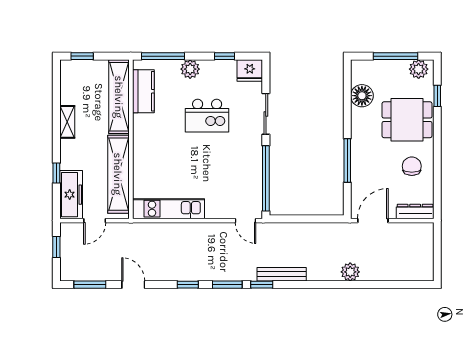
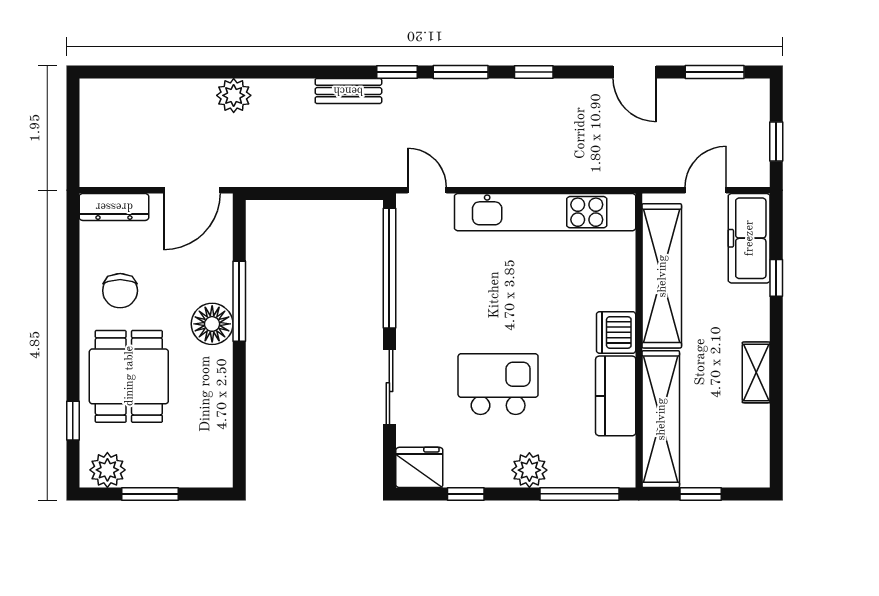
window: (82, 56) -> (701, 494), moved
window: (396, 56) -> (150, 494), width x0.69
kitchen counter: (143, 91) -> (616, 396), moved
floor lamp: (362, 96) -> (212, 324), moved
dining table: (407, 120) -> (129, 376), turned 90
dishwasher: (143, 144) -> (616, 332), added
kitchen unit: (169, 209) -> (545, 212), width x1.36
bench: (282, 274) -> (348, 91), width x0.73

